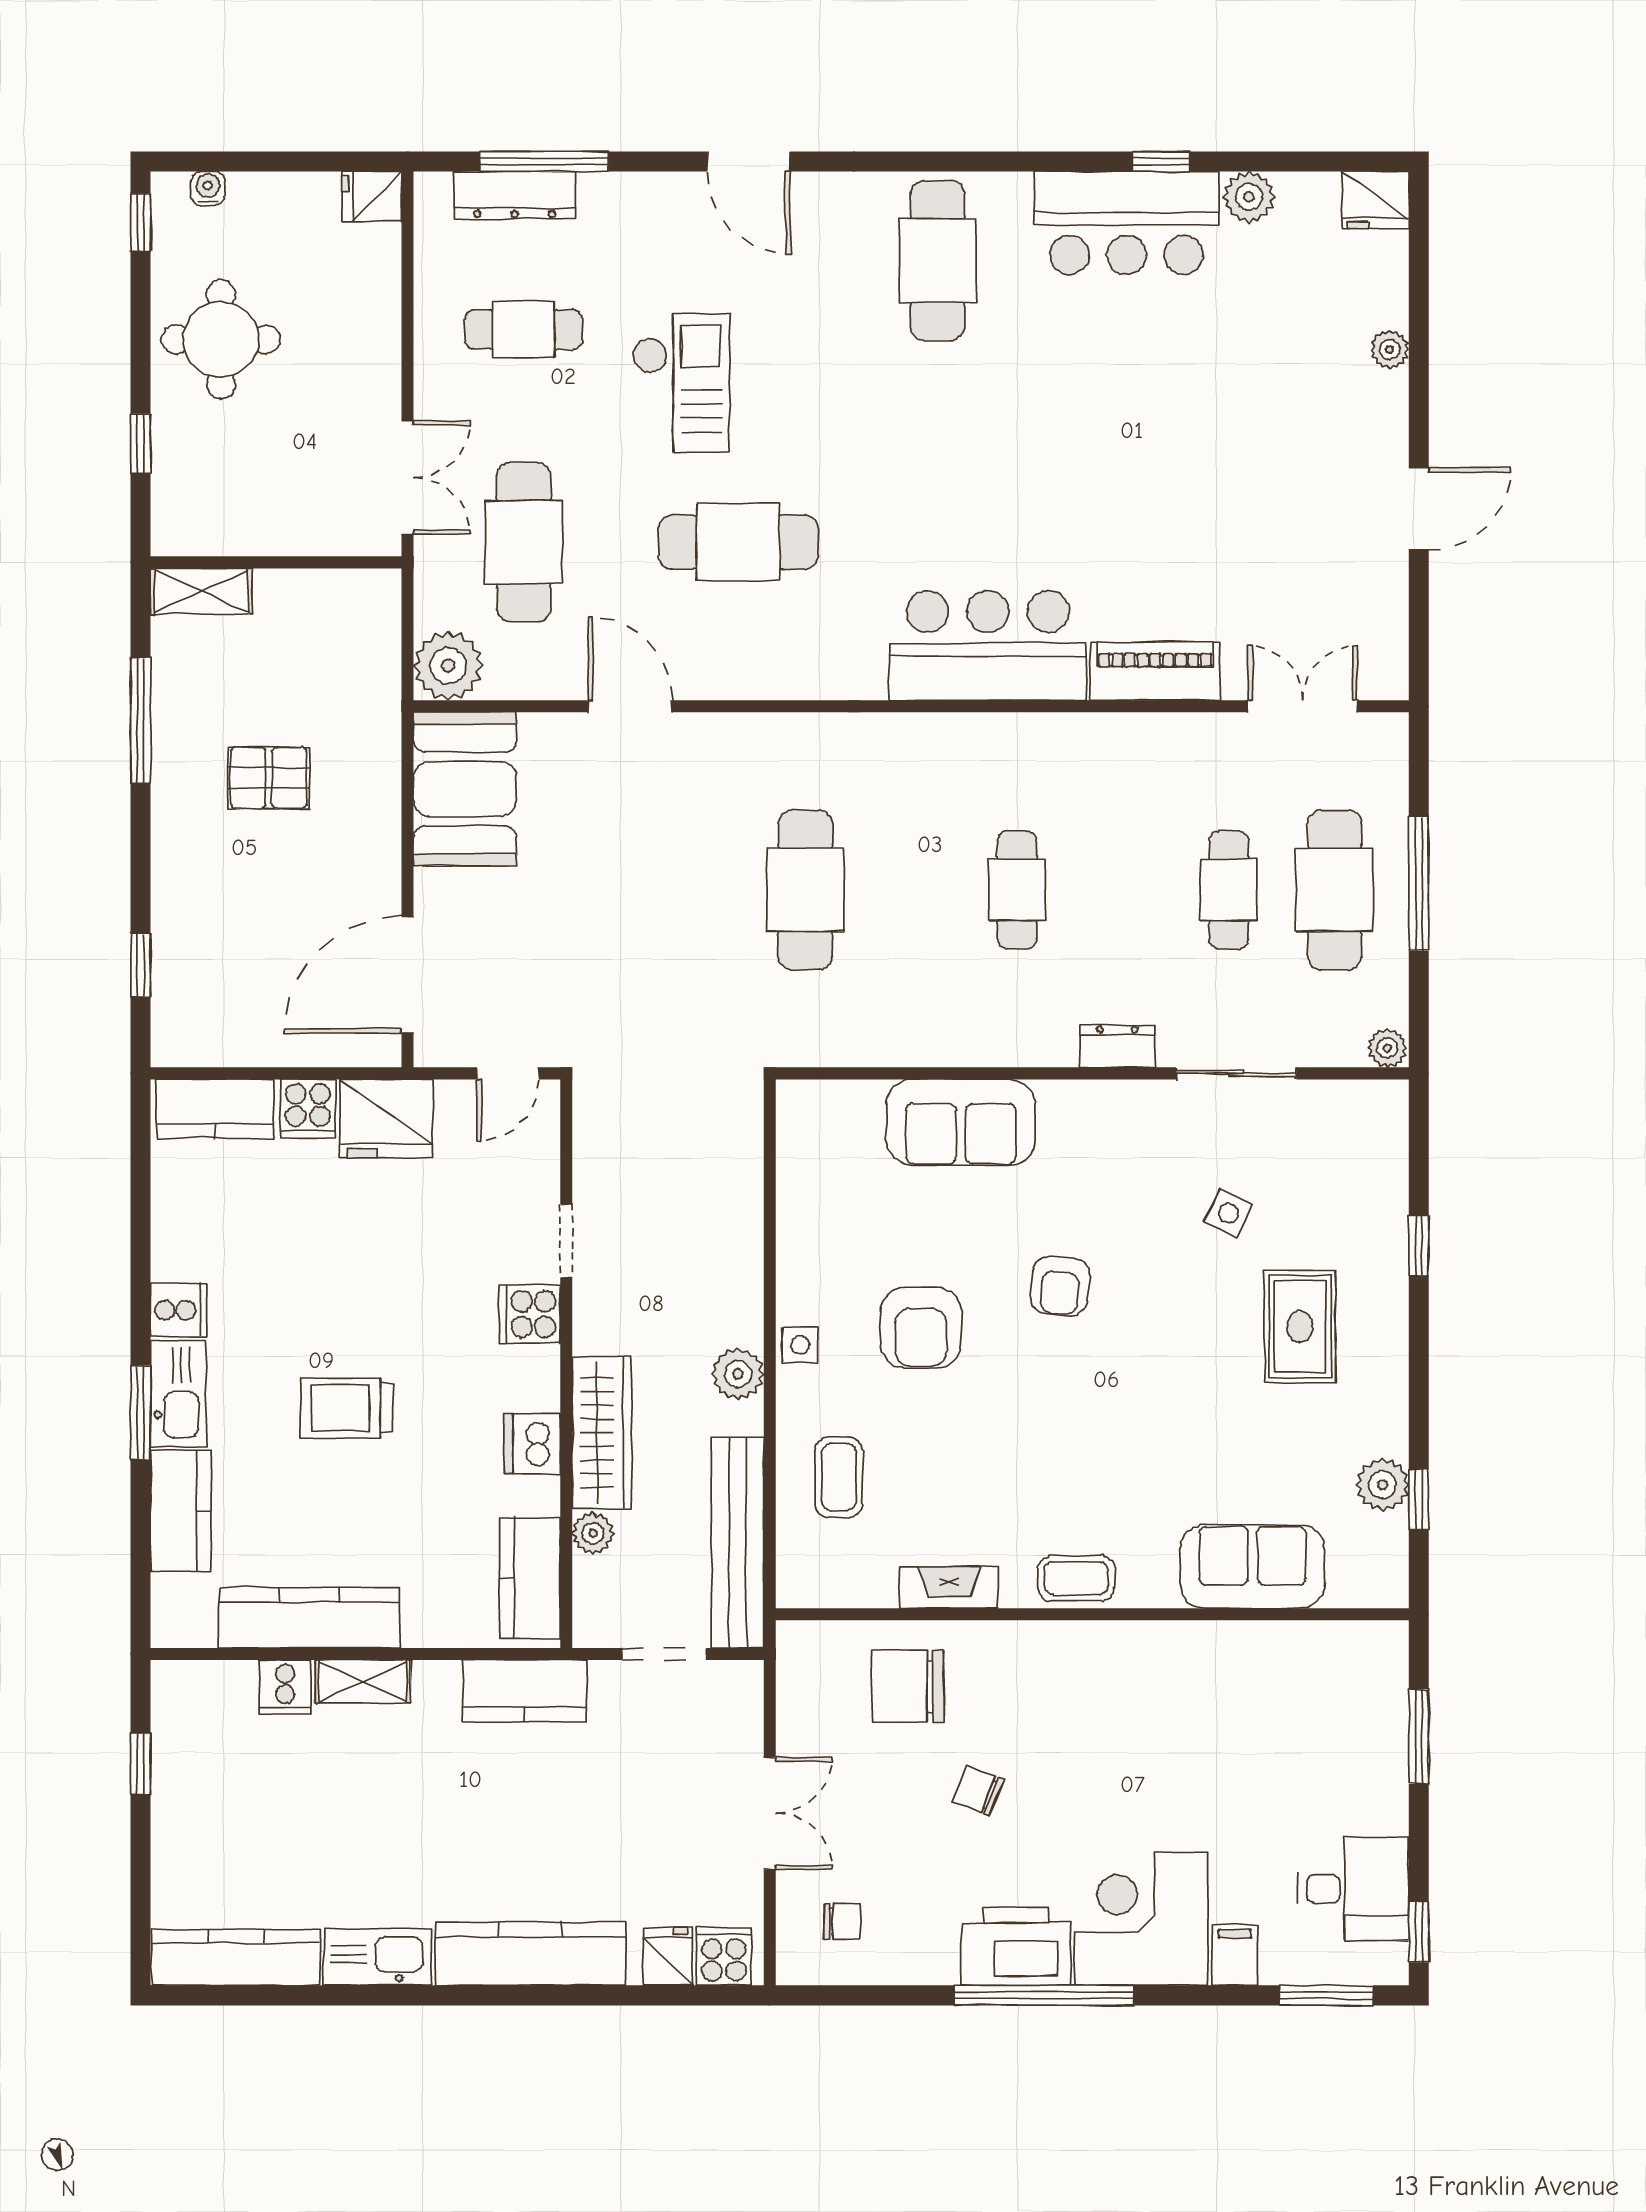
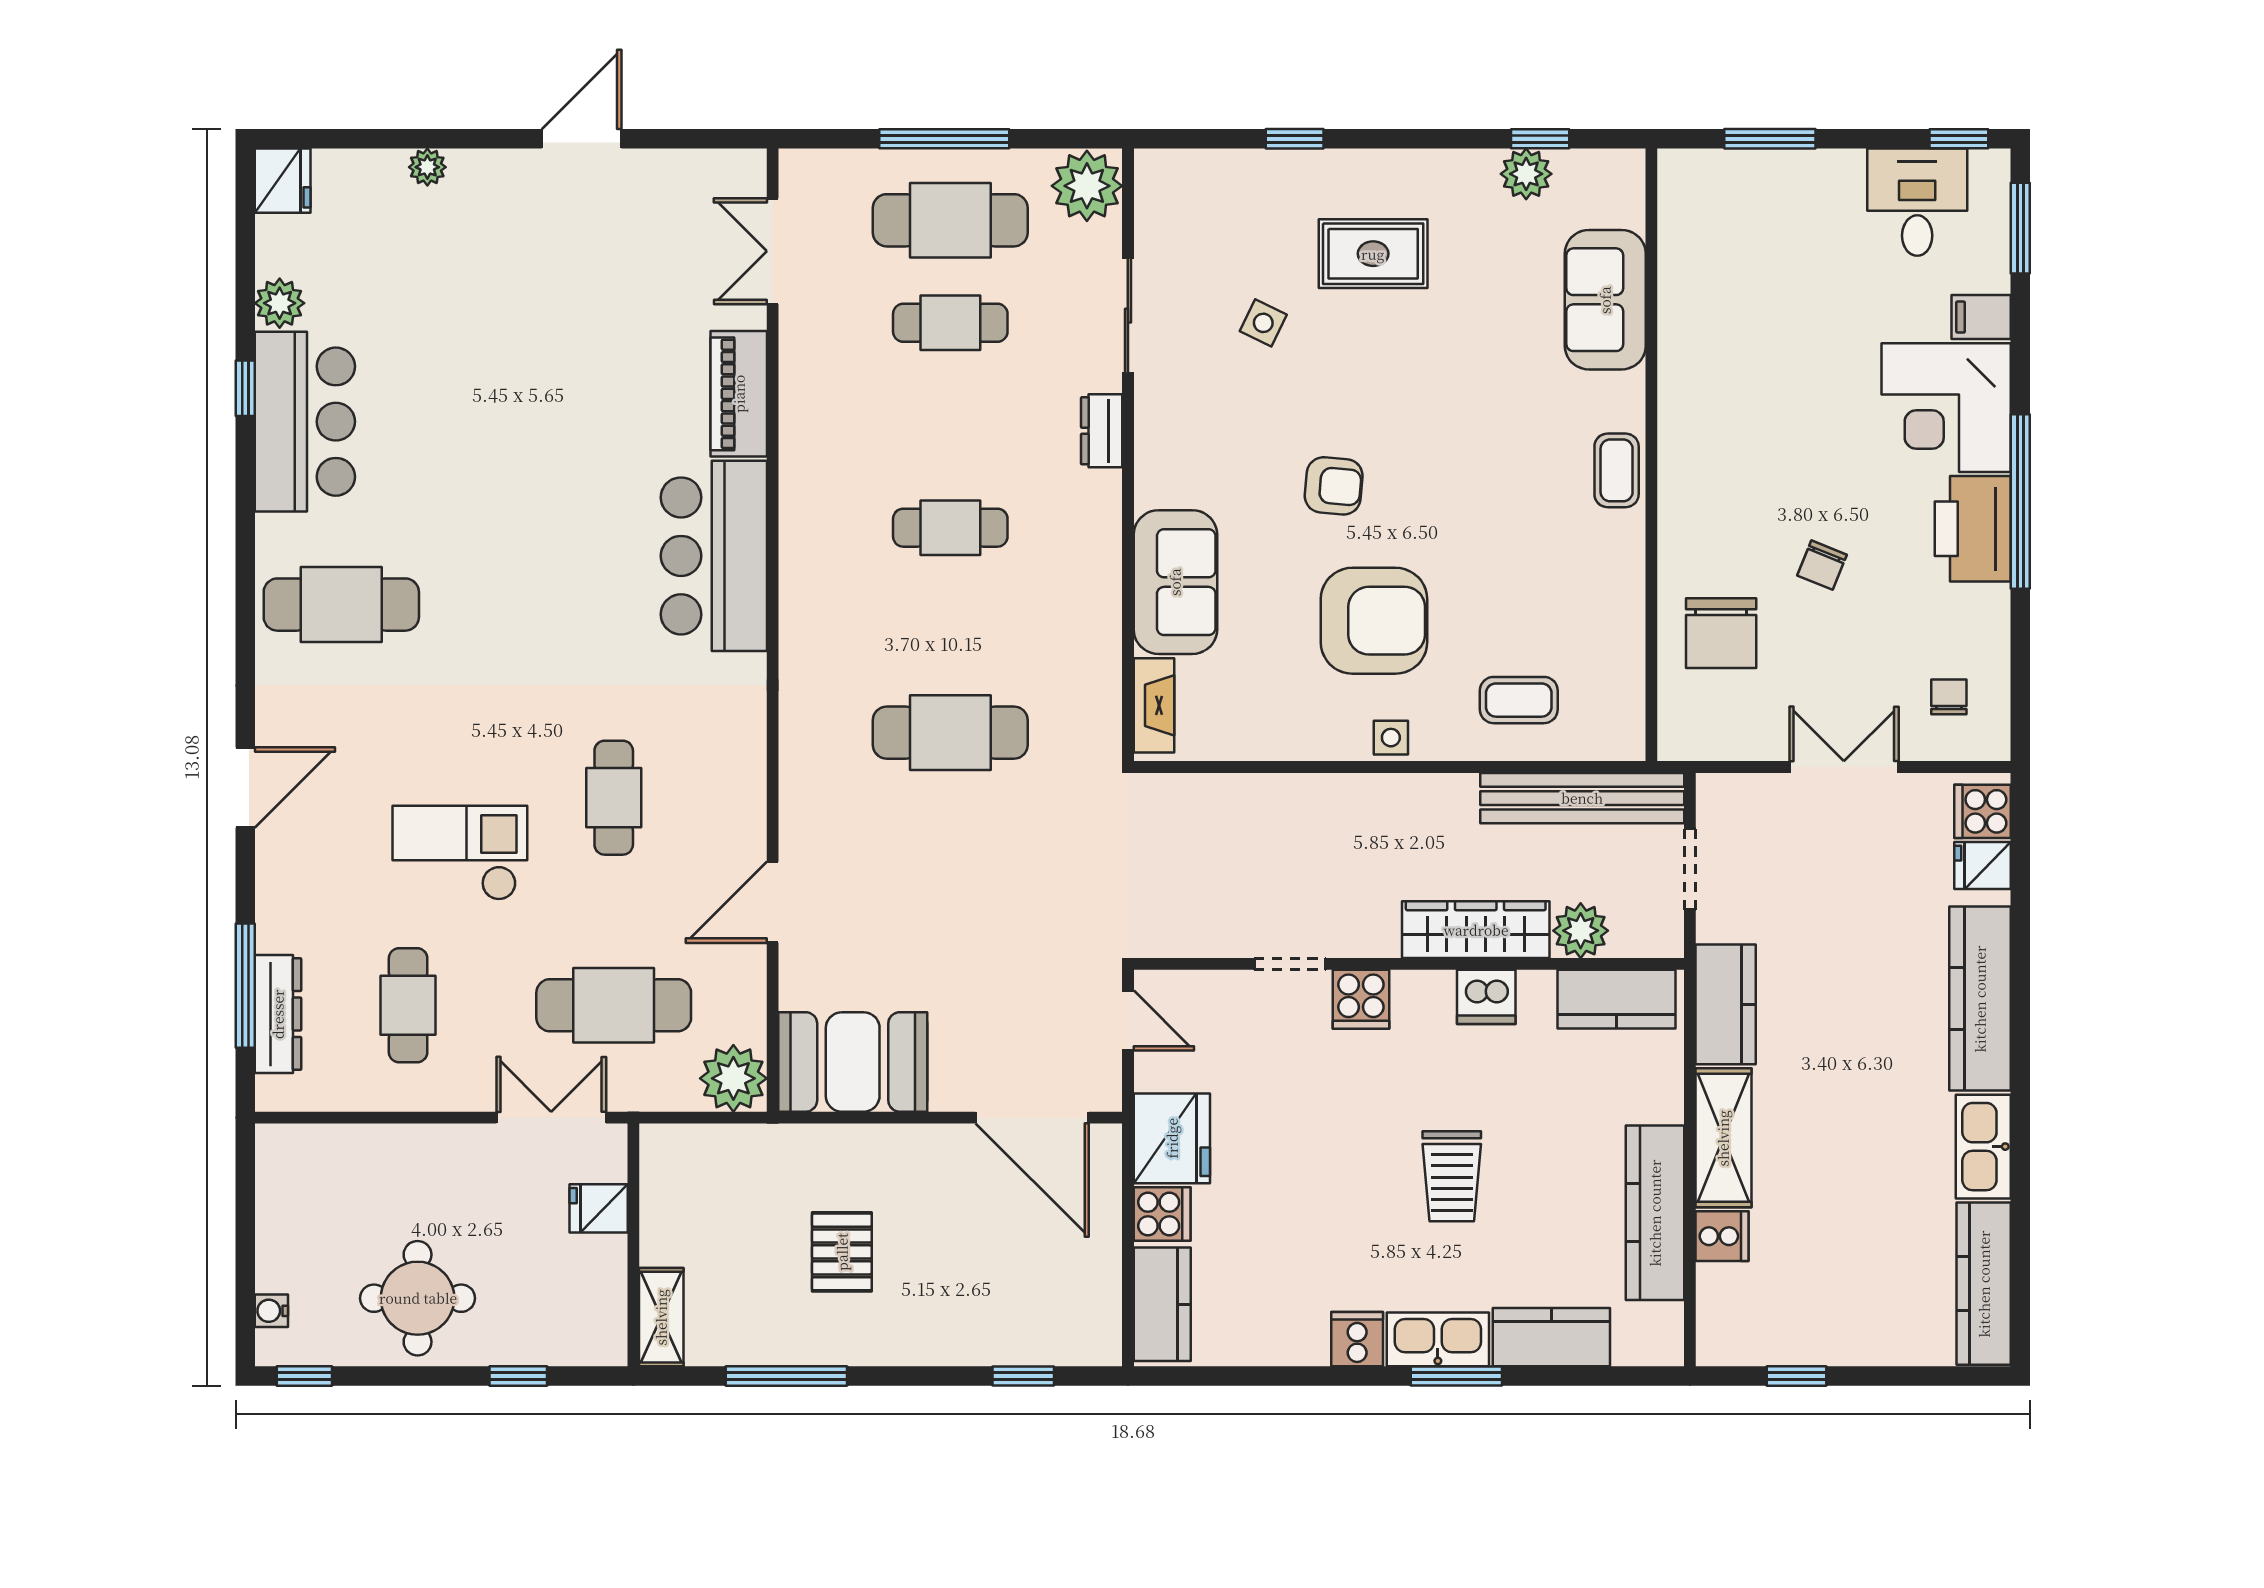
fridge: (372, 196) -> (599, 1208), moved, turned 90
door: (1419, 509) -> (582, 139), hinge flipped
cafe table: (738, 542) -> (614, 798), width x0.73, depth x0.74
plant: (1387, 1048) -> (1087, 186), width x1.88, depth x1.88
armchair: (921, 1328) -> (1374, 621), width x1.36, depth x1.36
plant: (738, 1374) -> (1419, 798), removed
plant: (593, 1533) -> (1581, 931), width x1.38, depth x1.38
fireplace: (949, 1587) -> (1154, 705), moved, turned 180
shelving: (363, 1681) -> (1723, 1138), width x1.50, depth x1.33

